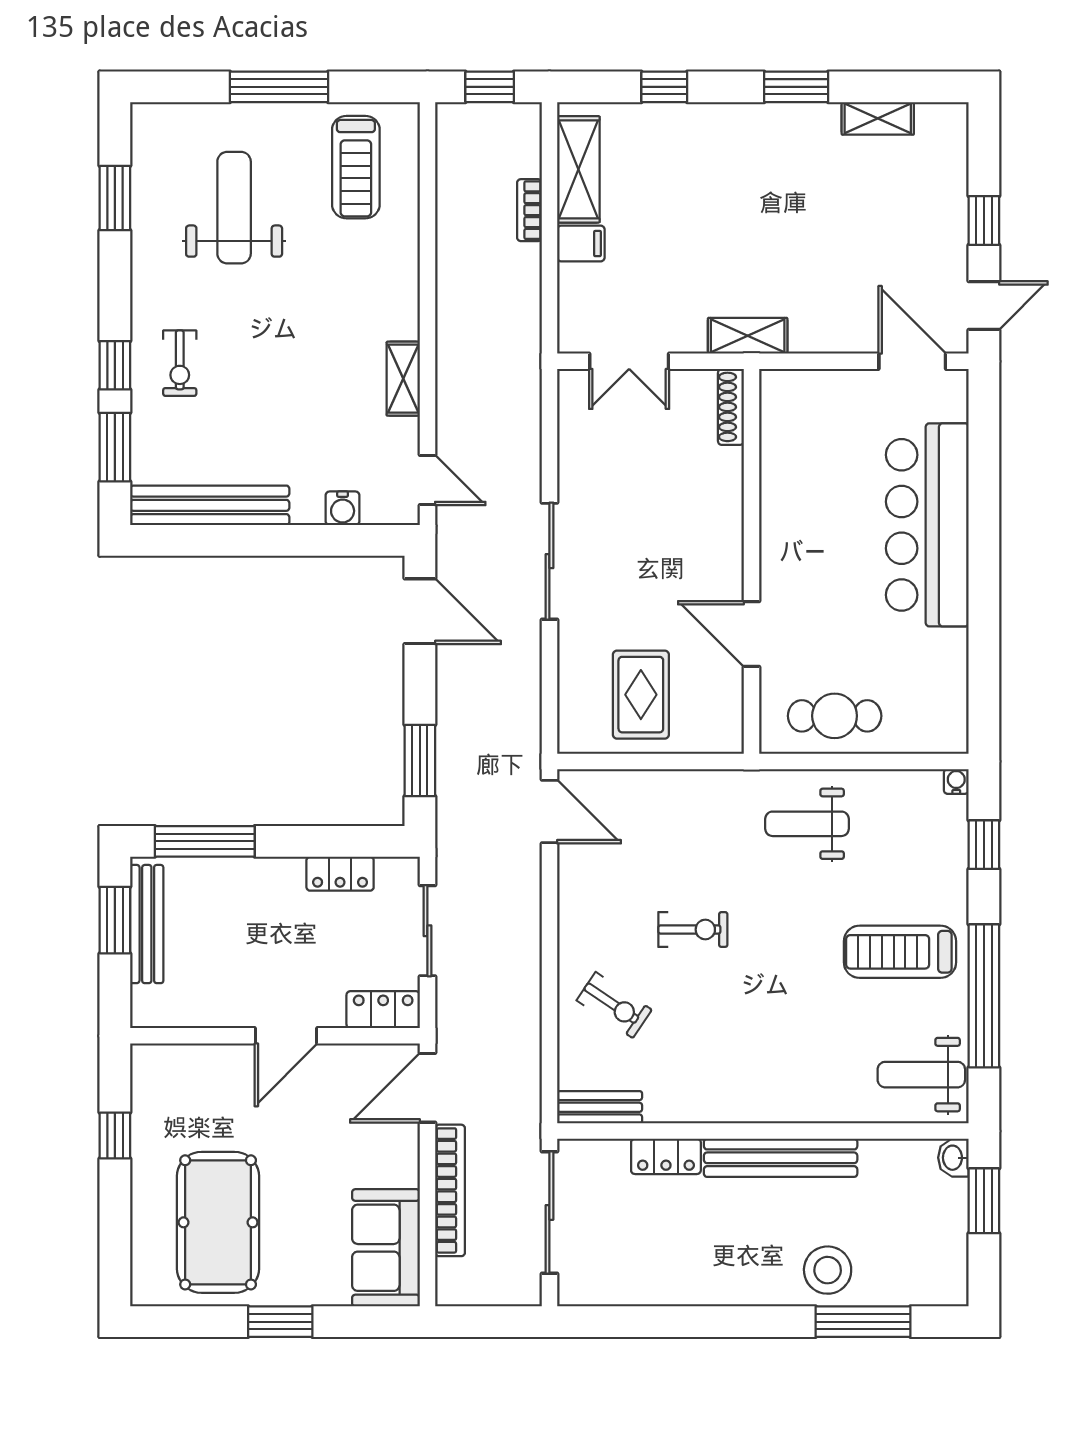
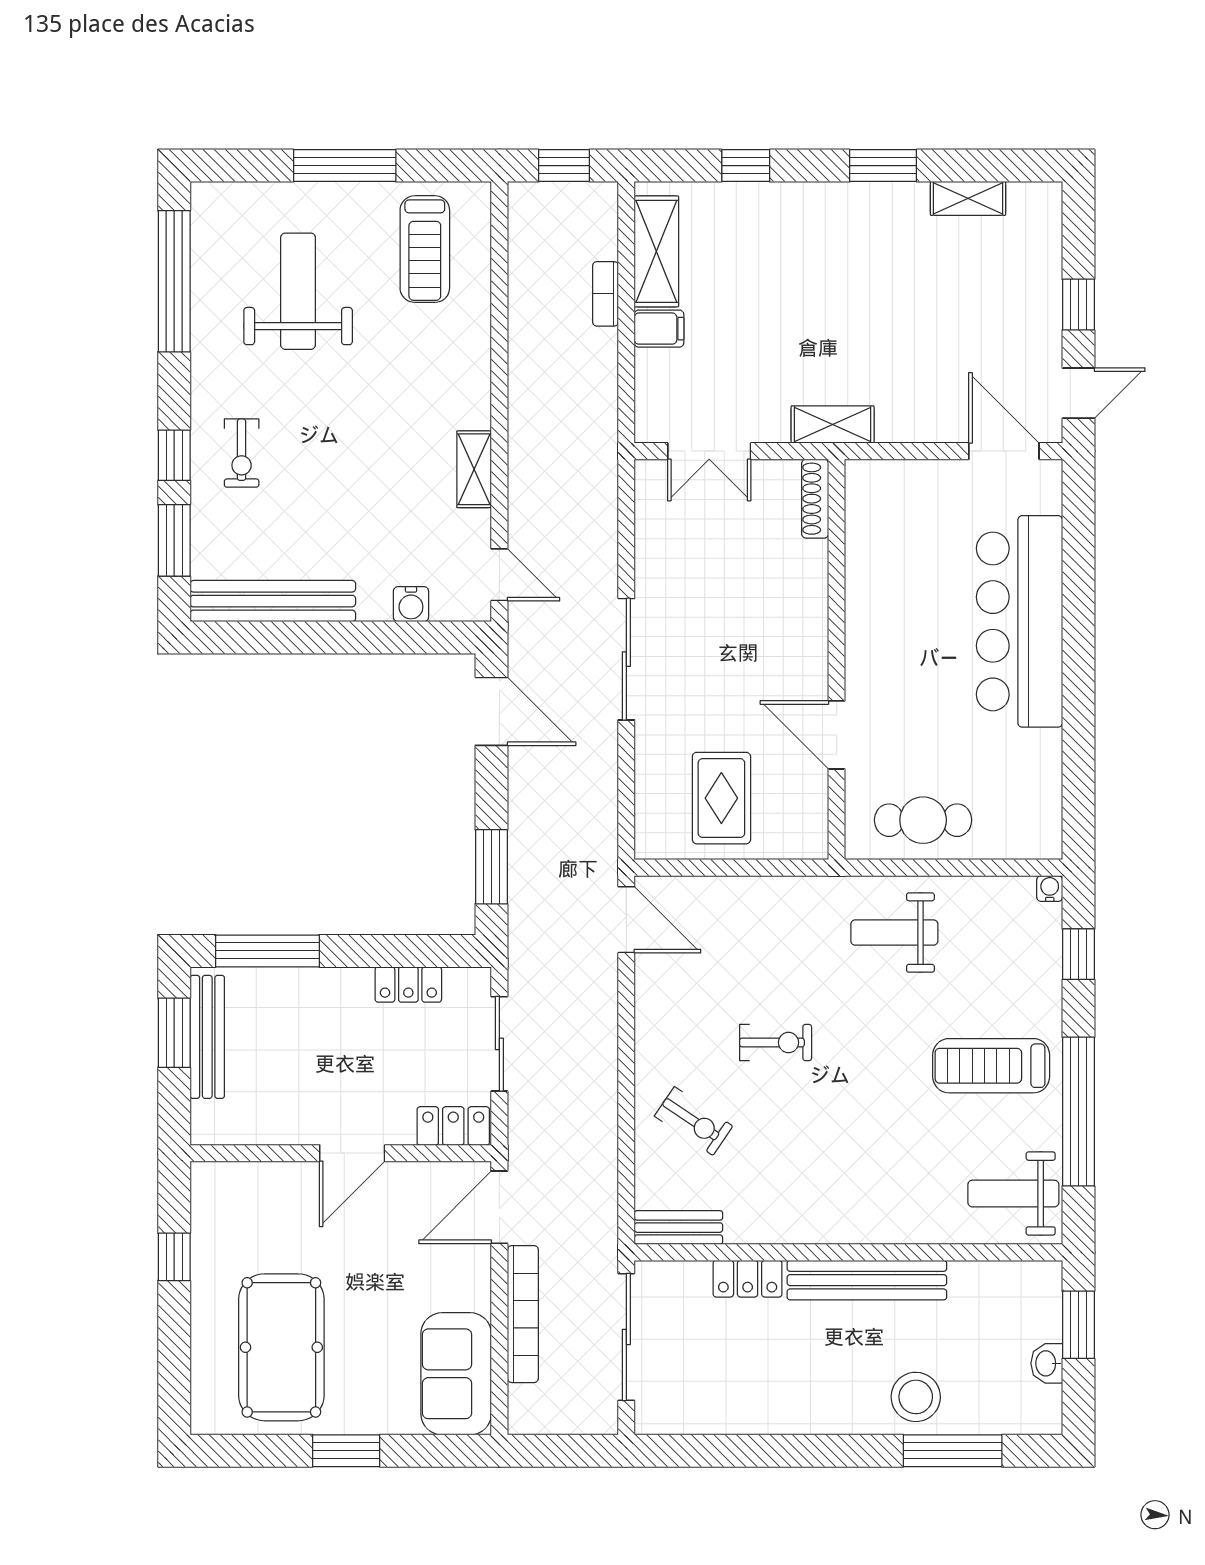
window: (115, 198) -> (174, 281), width x2.11
washbasin: (953, 1158) -> (1047, 1363), moved

